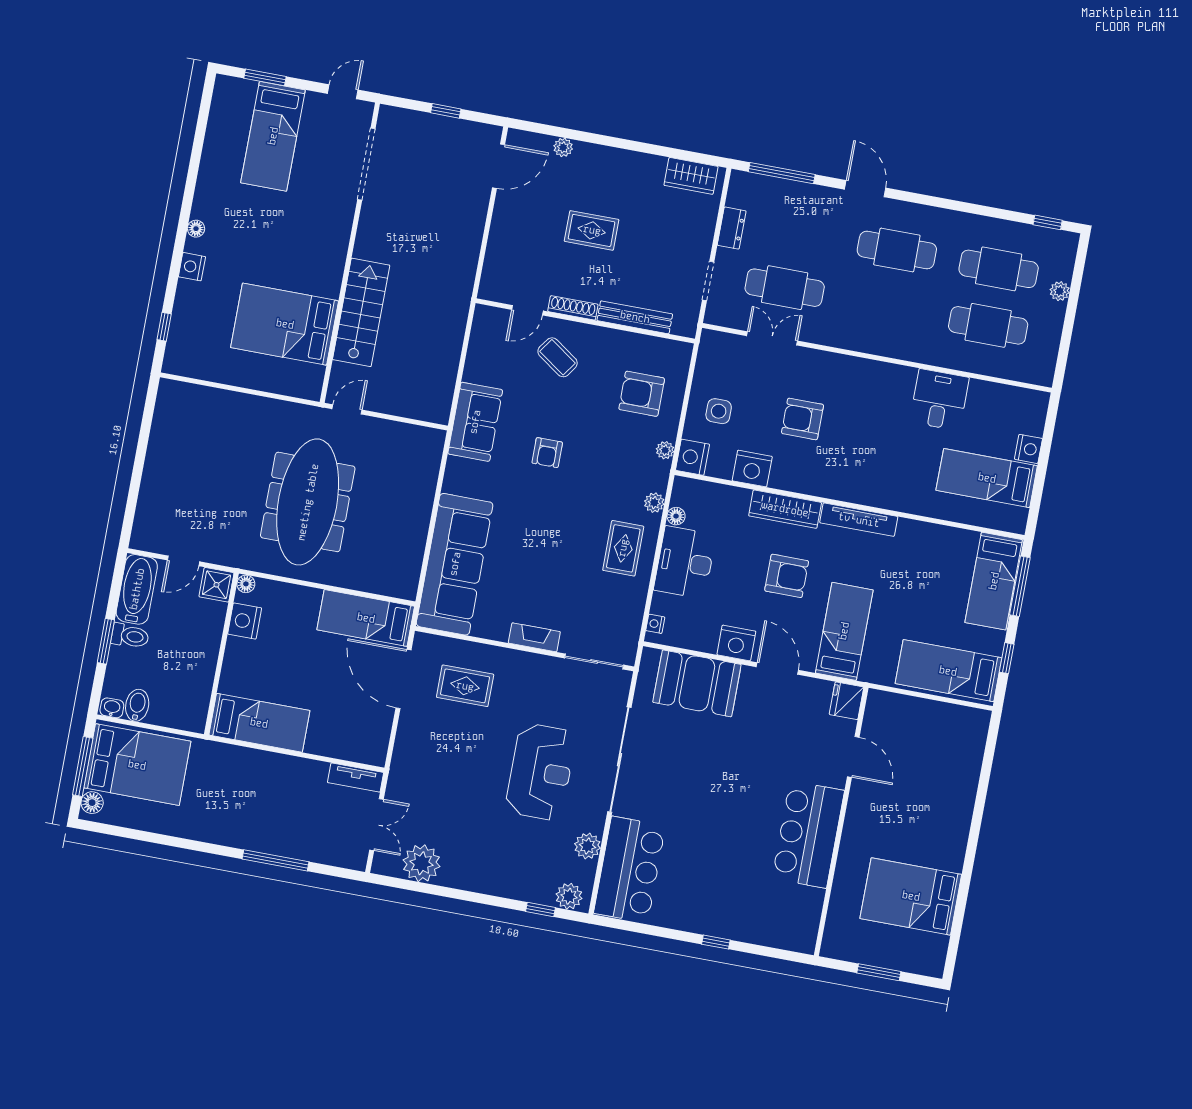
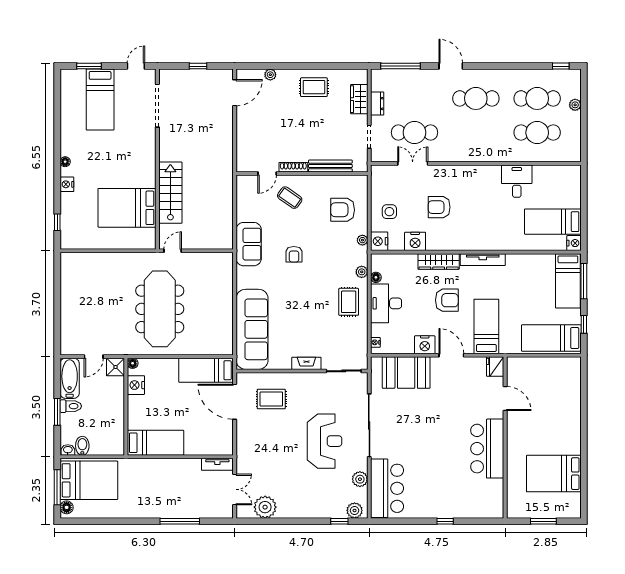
wardrobe: (691, 176) -> (359, 99), moved, turned 90
rug: (592, 230) -> (314, 87), moved
nightstand: (1028, 449) -> (574, 243), moved

